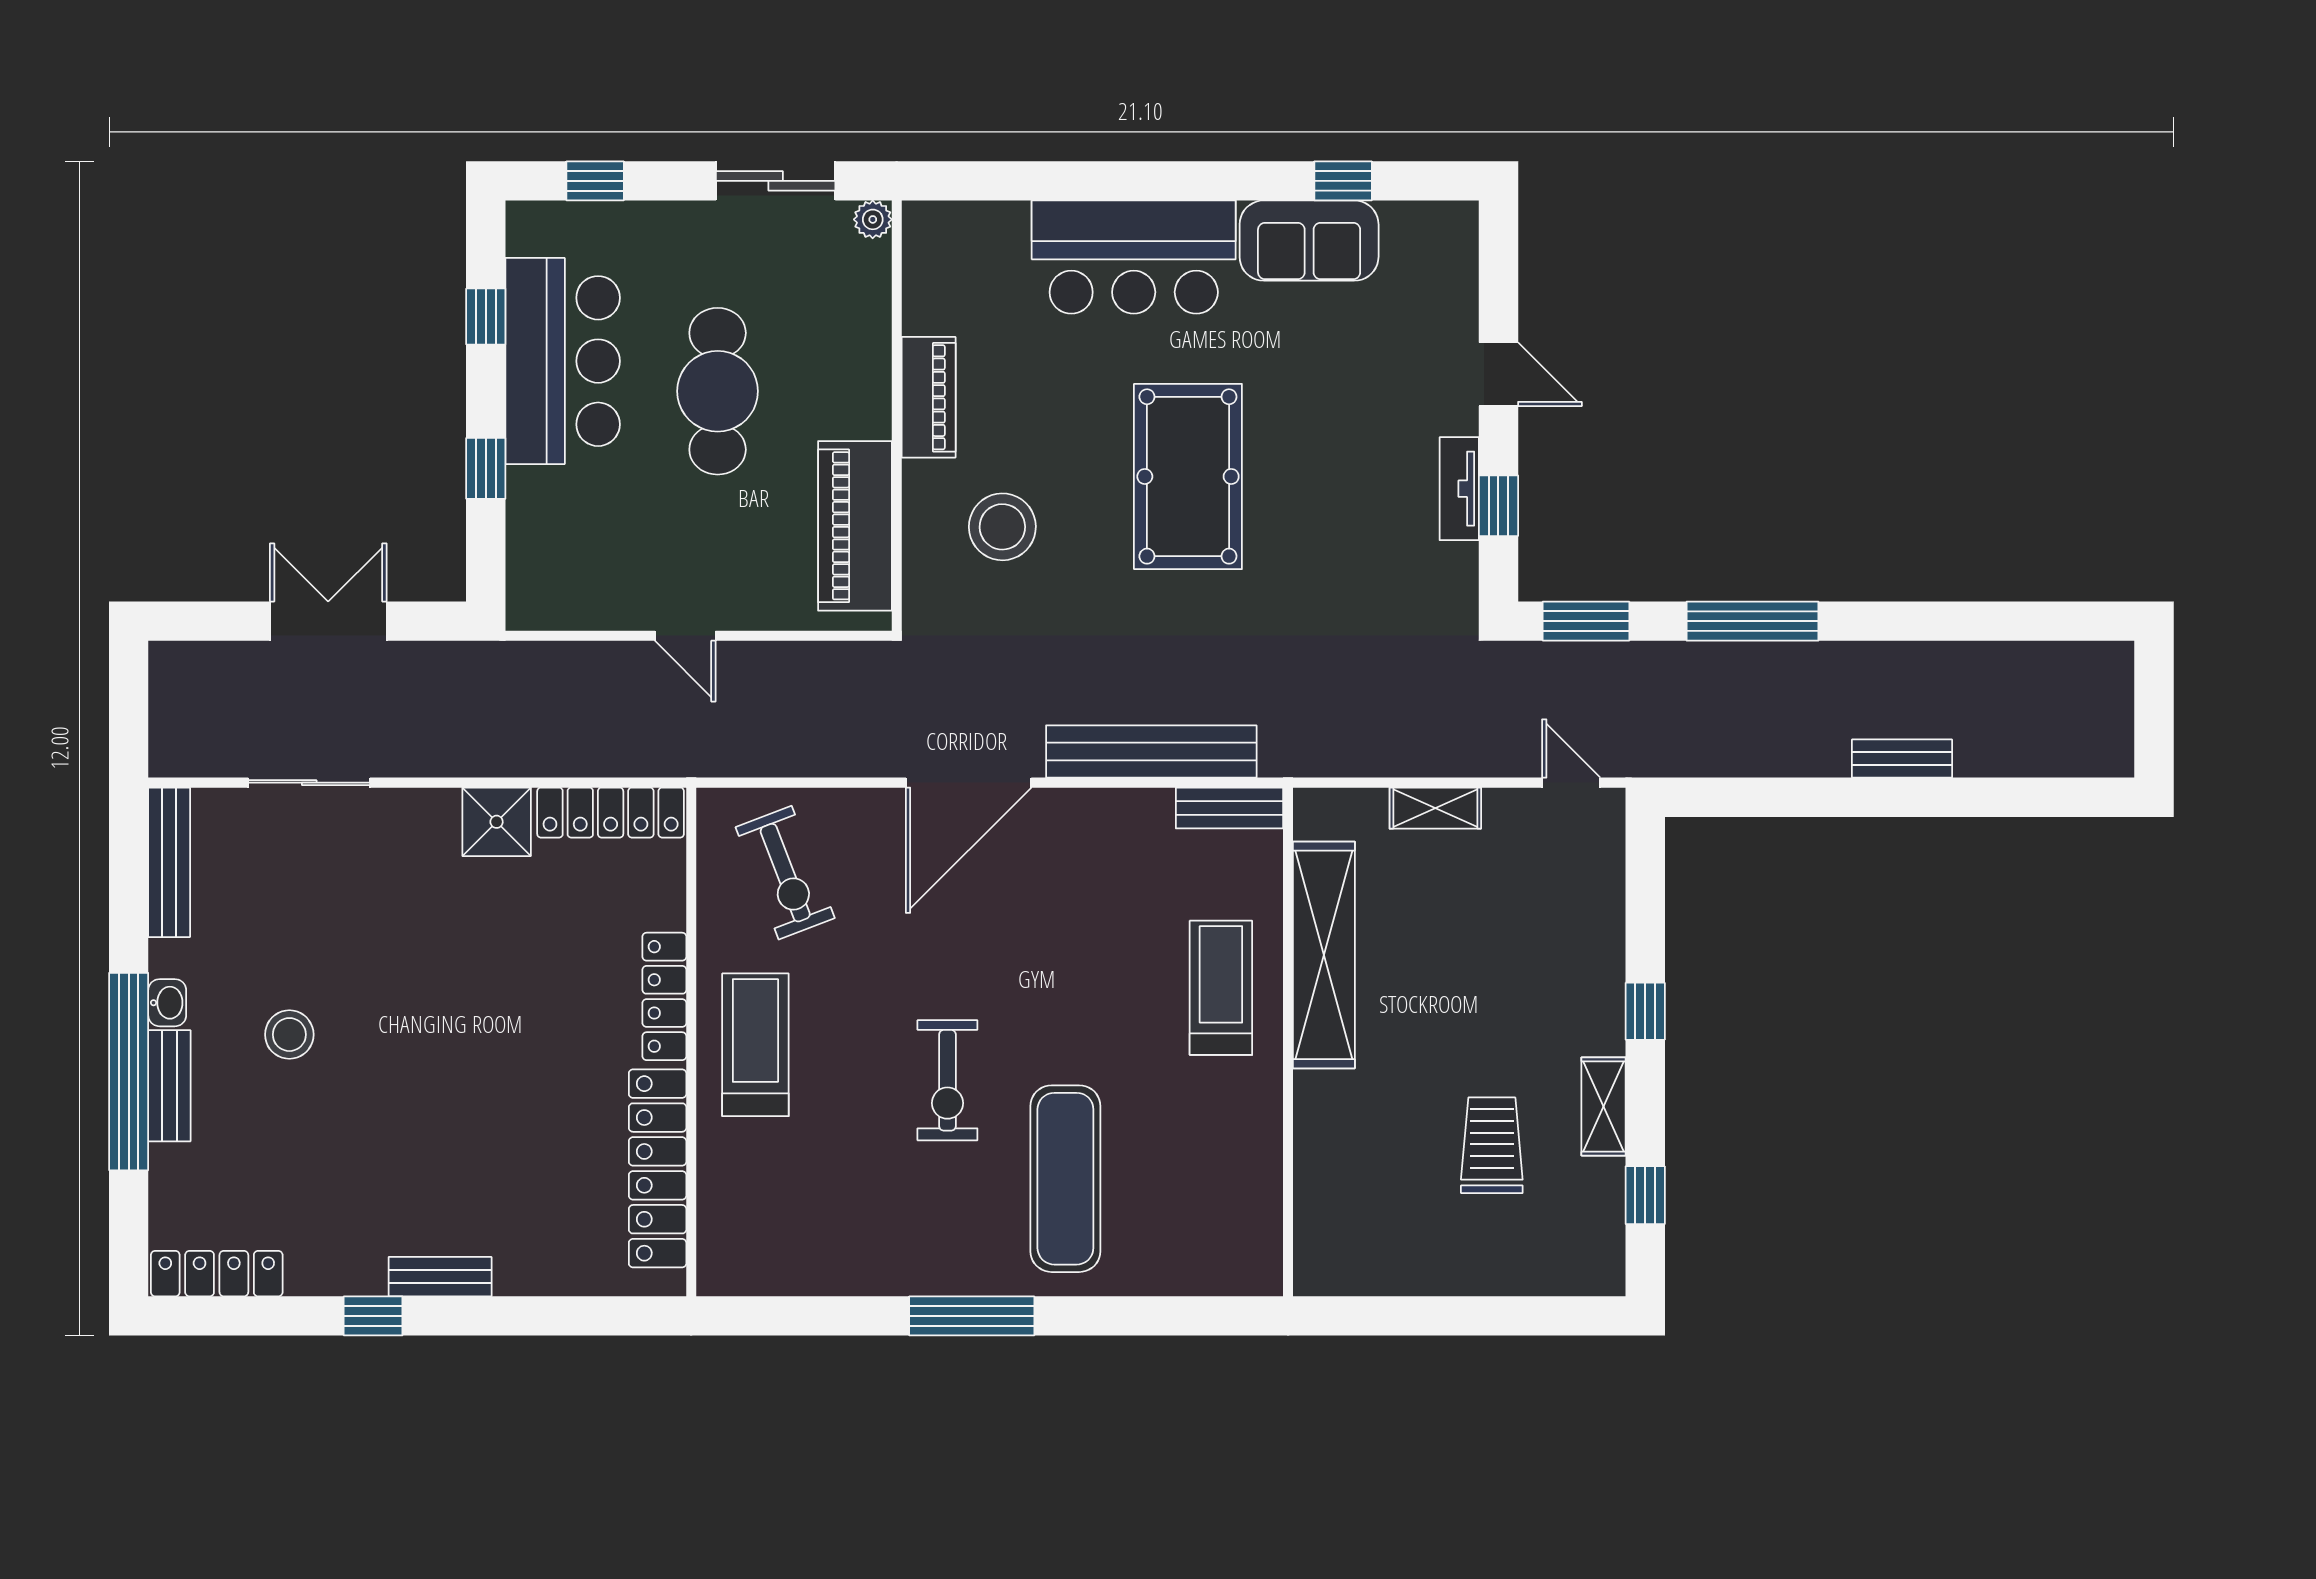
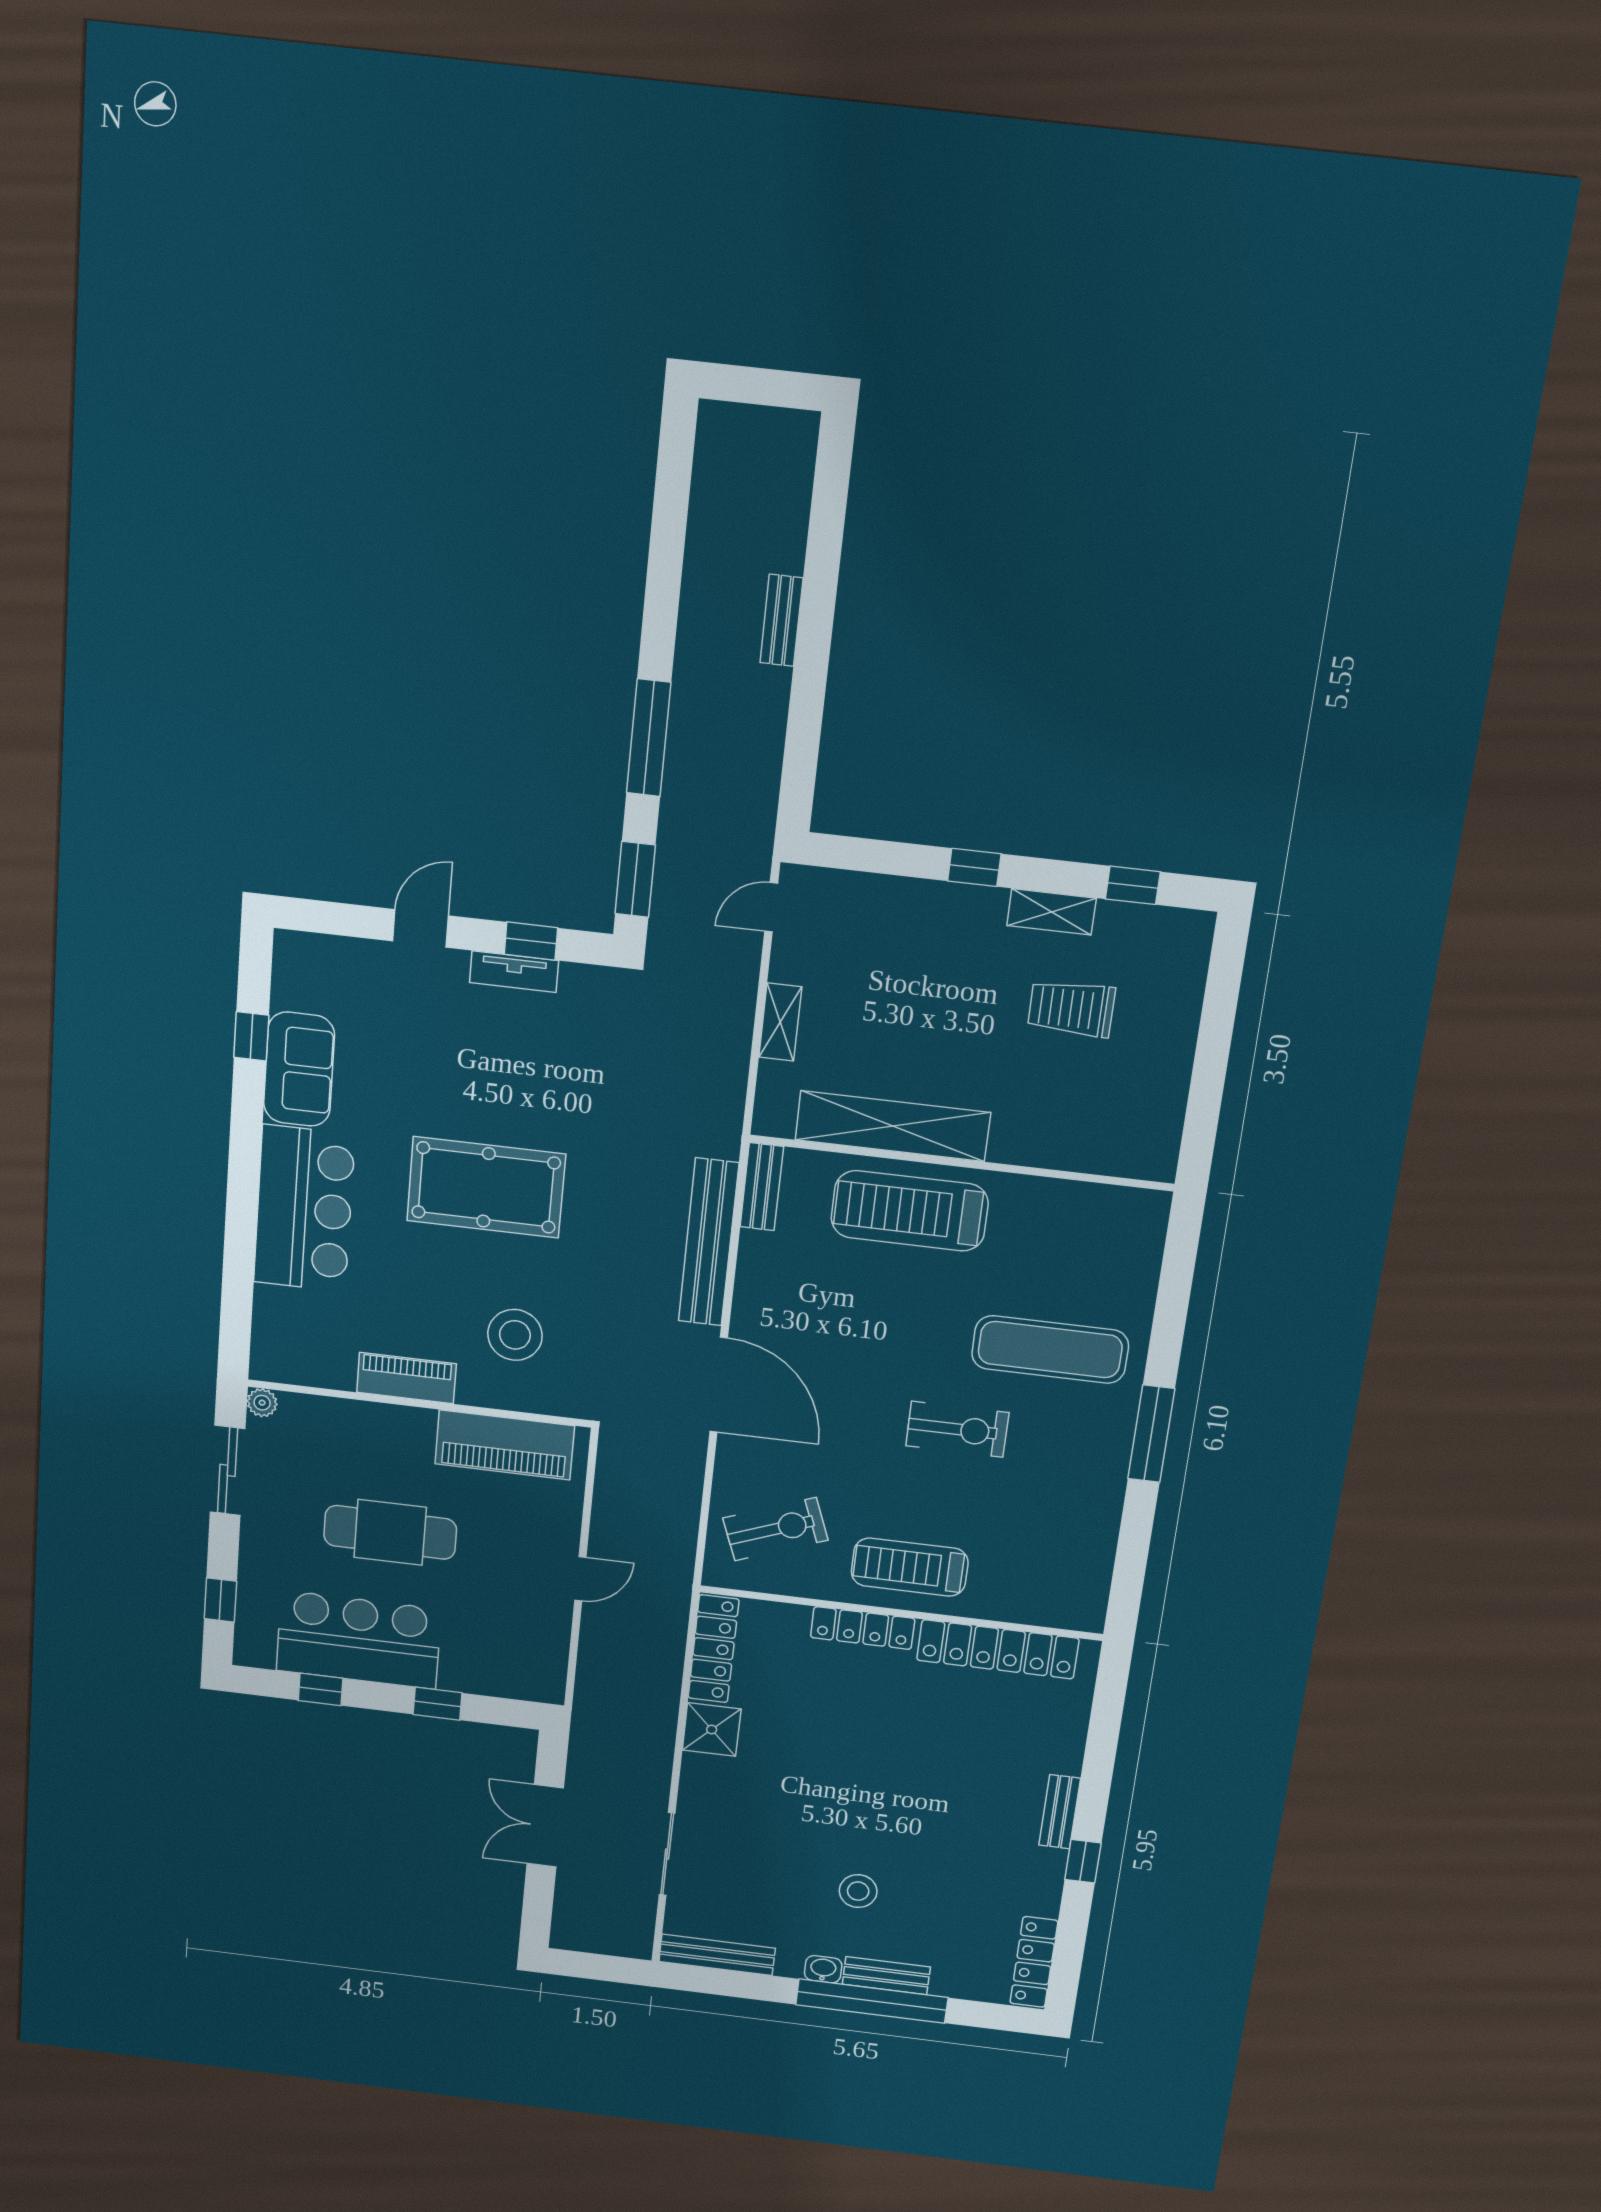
treadmill: (1221, 988) -> (910, 1211), width x1.37, depth x1.38

